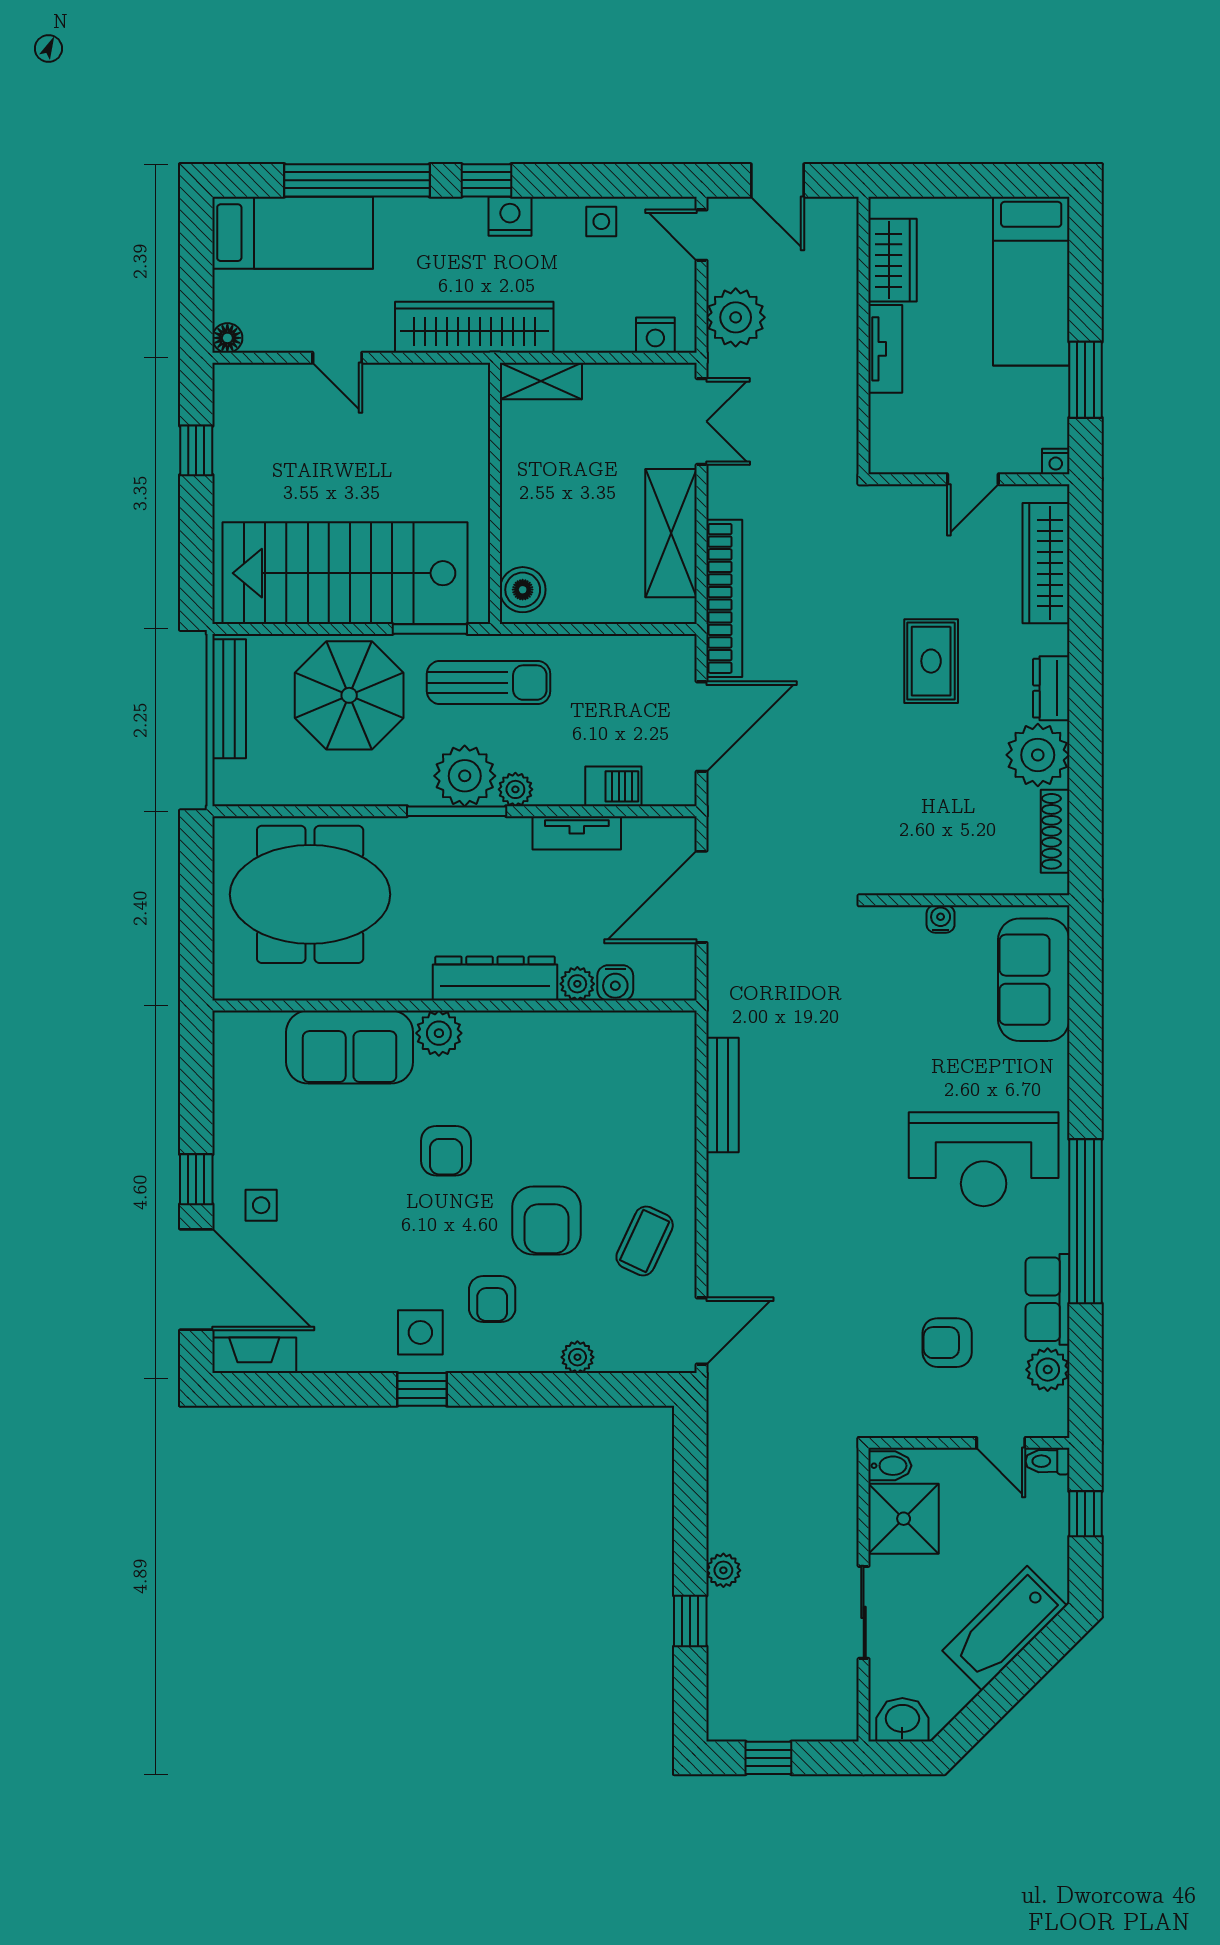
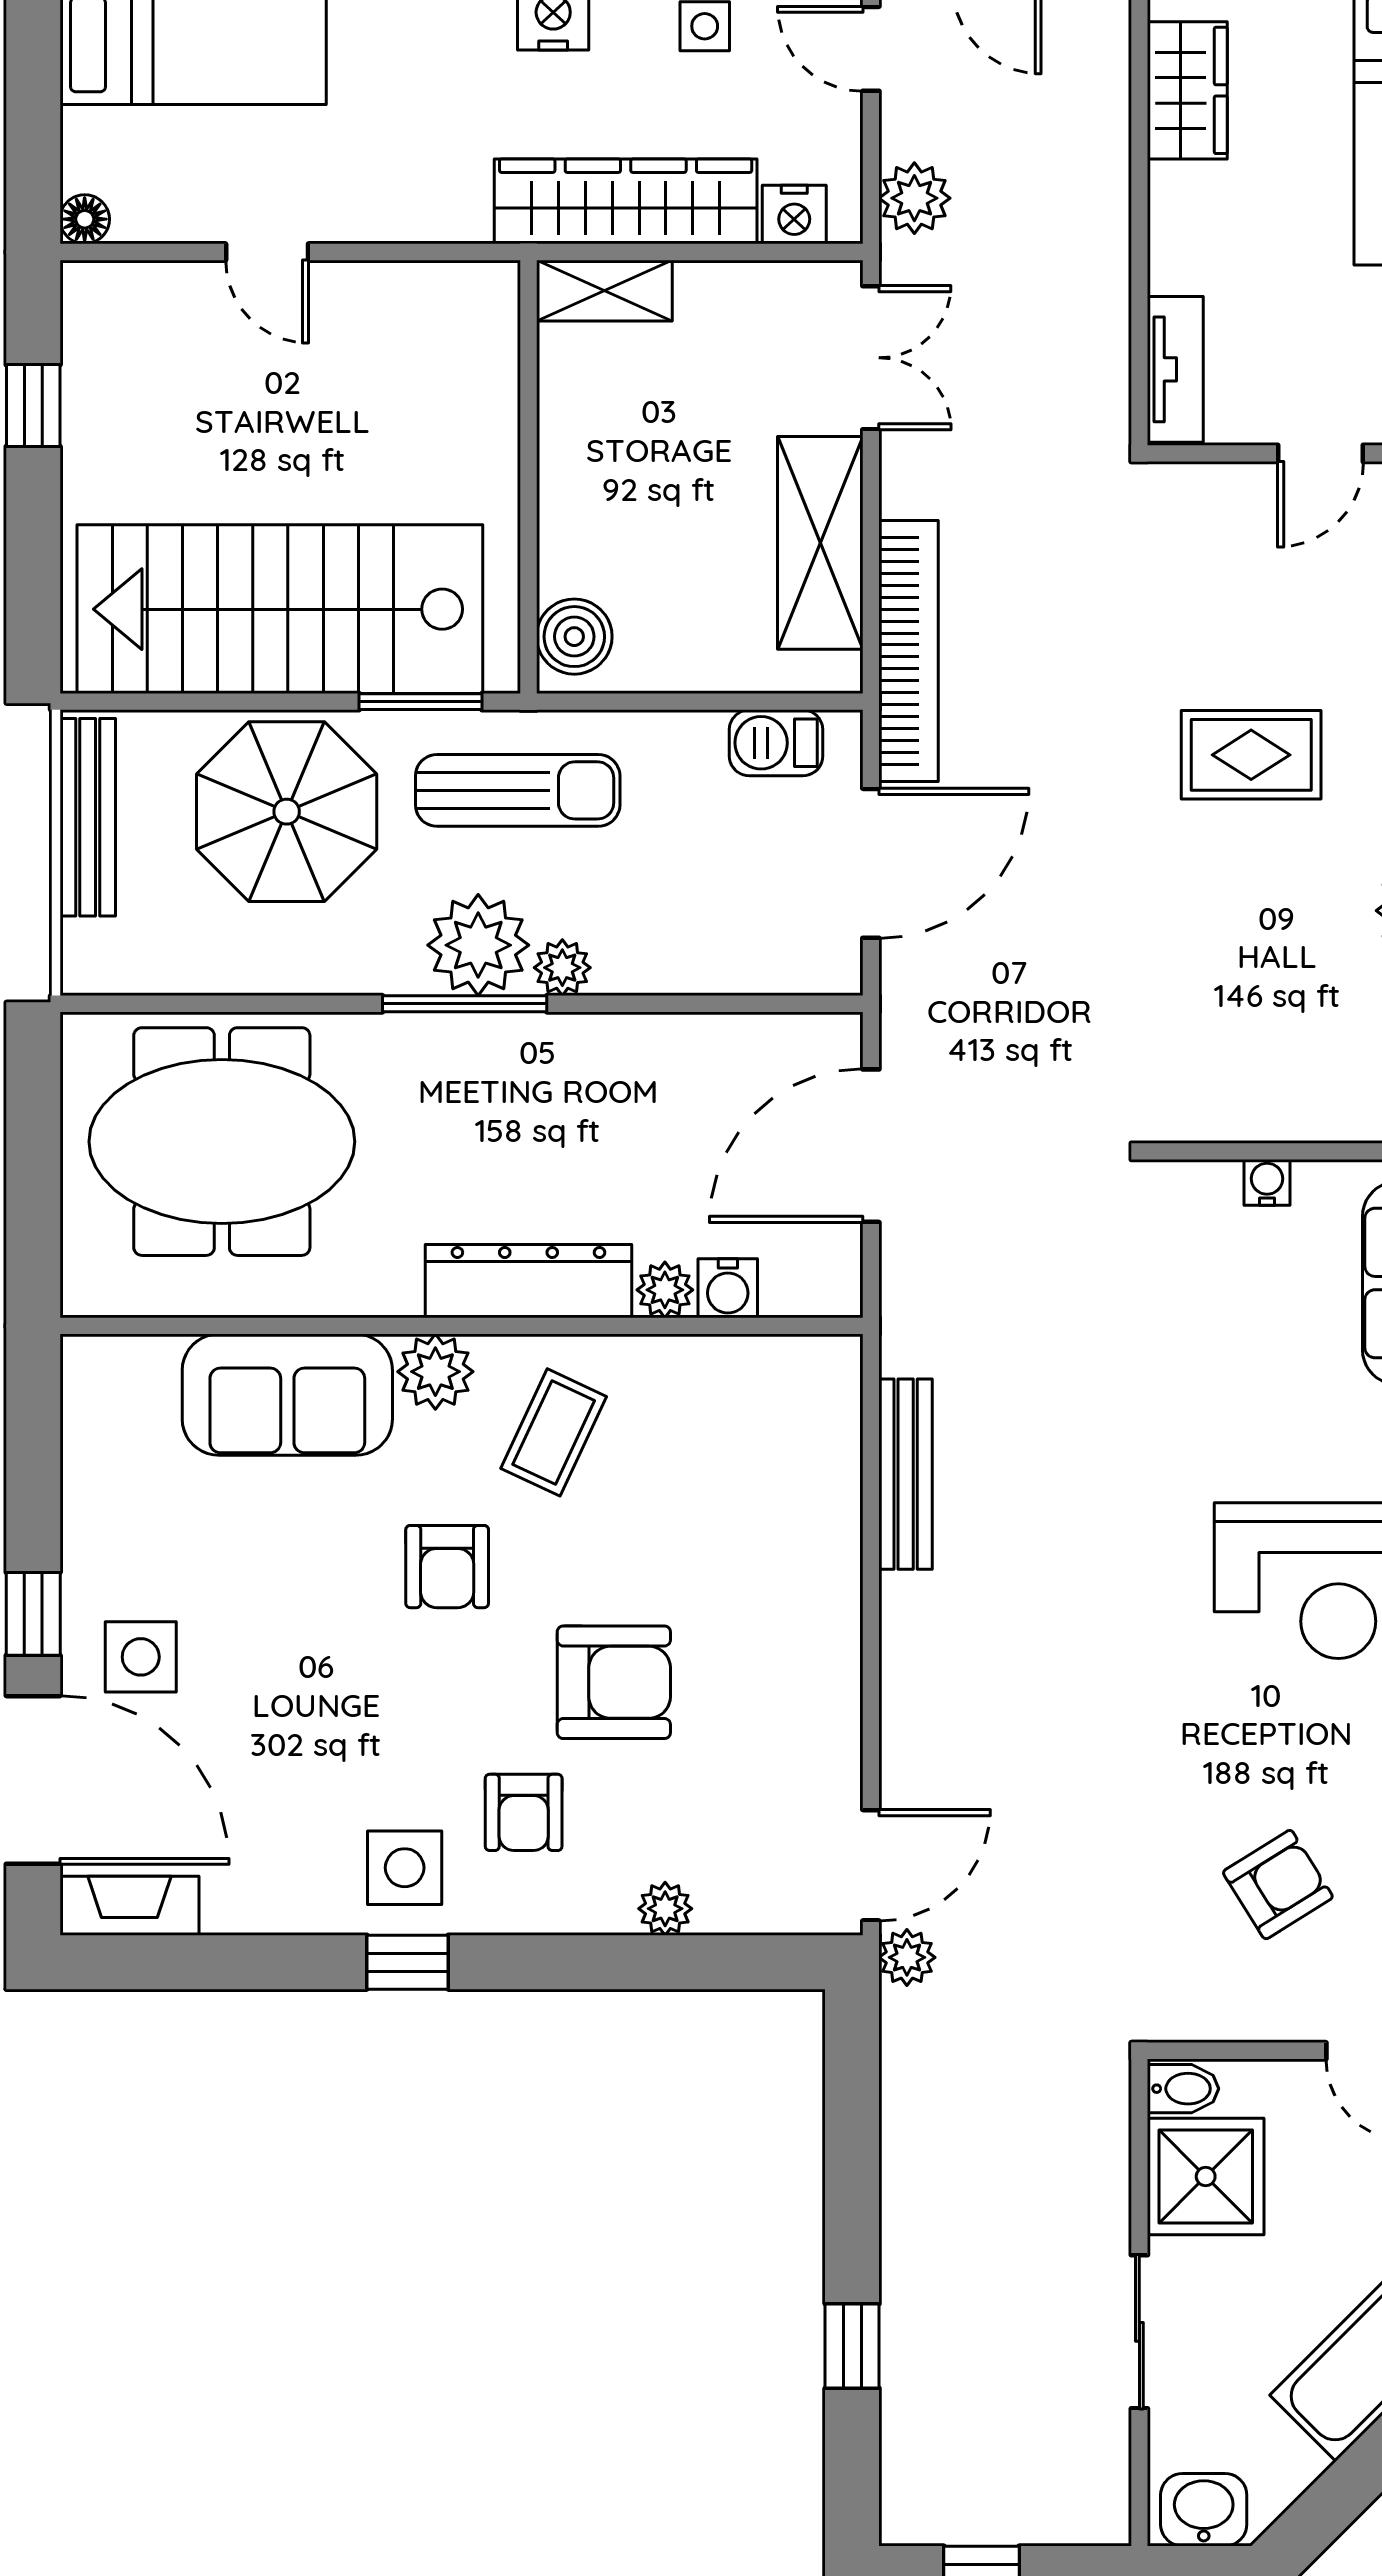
plant: (736, 317) -> (914, 198), width x0.73, depth x0.73
wardrobe: (474, 327) -> (626, 201), moved
tv unit: (885, 349) -> (1175, 369), moved
rug: (931, 661) -> (1251, 755), turned 90
barbecue: (613, 786) -> (776, 743), moved, turned 180
tv unit: (577, 833) -> (664, 1040), removed
side table: (261, 1205) -> (141, 1657), width x1.37, depth x1.37
armchair: (547, 1221) -> (614, 1682), turned -90
coffee table: (645, 1241) -> (554, 1432), moved
armchair: (947, 1343) -> (1278, 1885), turned 148
plant: (723, 1570) -> (907, 1957), moved

